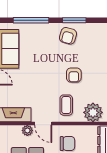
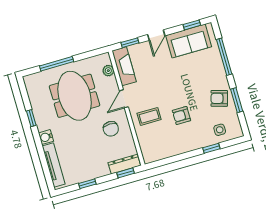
side table: (97, 44) -> (220, 130), added
plant: (93, 112) -> (149, 146), removed
plant: (27, 130) -> (108, 71), moved

